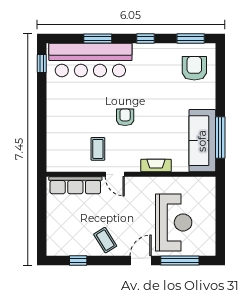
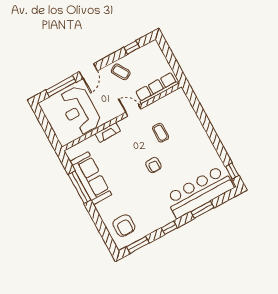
fireplace: (156, 166) -> (108, 132), moved
door: (115, 174) -> (133, 111), moved
wall: (131, 174) -> (122, 117), moved
row of seats: (75, 185) -> (156, 88), moved

